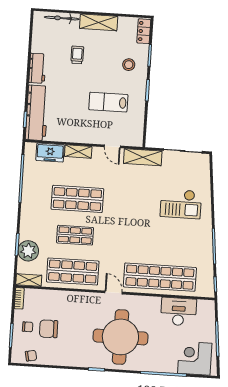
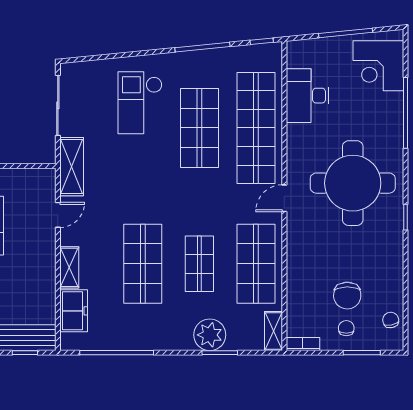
checkout: (181, 204) -> (140, 103), turned 180
shop shelf: (162, 241) -> (199, 128), added
plant: (28, 251) -> (210, 335), moved

